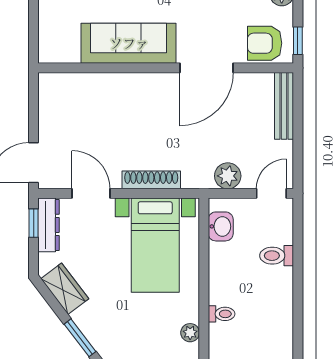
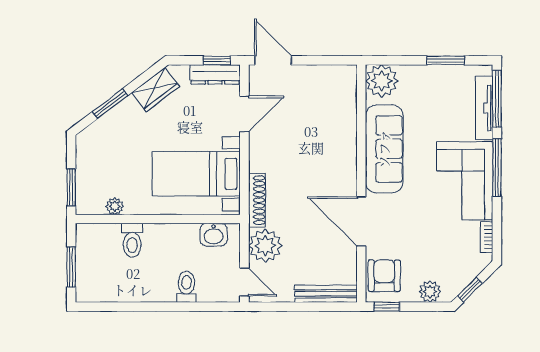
plant: (55, 46) -> (382, 81), added
plant: (228, 176) -> (265, 246), width x1.36, depth x1.36
shoe rack: (151, 180) -> (257, 200), moved
toilet: (222, 314) -> (132, 240), width x1.37, depth x1.39

